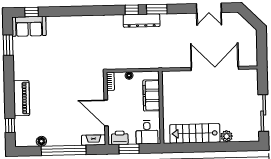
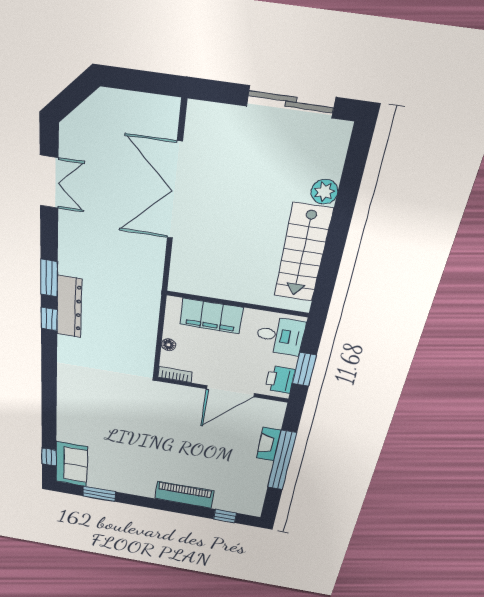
fireplace: (93, 140) -> (269, 444), moved
floor lamp: (41, 141) -> (259, 485), removed

